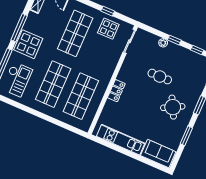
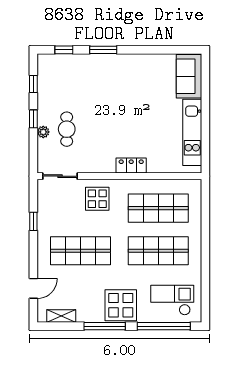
display table: (108, 29) -> (97, 199), moved
cafe table: (160, 77) -> (67, 129), moved
round table: (173, 107) -> (121, 83), removed
window: (186, 136) -> (150, 50), removed

